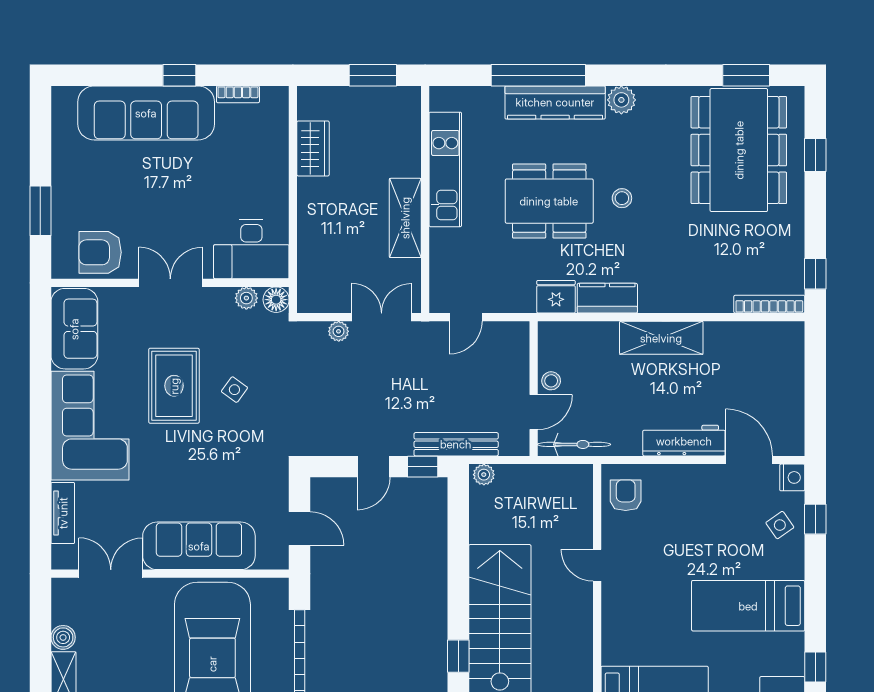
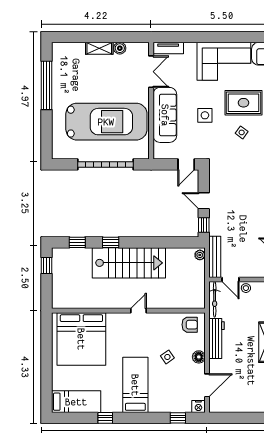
workbench: (684, 441) -> (217, 339), moved
bench: (456, 444) -> (215, 257), moved
side table: (200, 464) -> (205, 115), added
floor lamp: (691, 477) -> (199, 357), added
tv unit: (63, 513) -> (168, 48), moved
side table: (780, 525) -> (167, 357), moved
door: (300, 528) -> (186, 164), moved
door: (597, 565) -> (139, 311), moved

